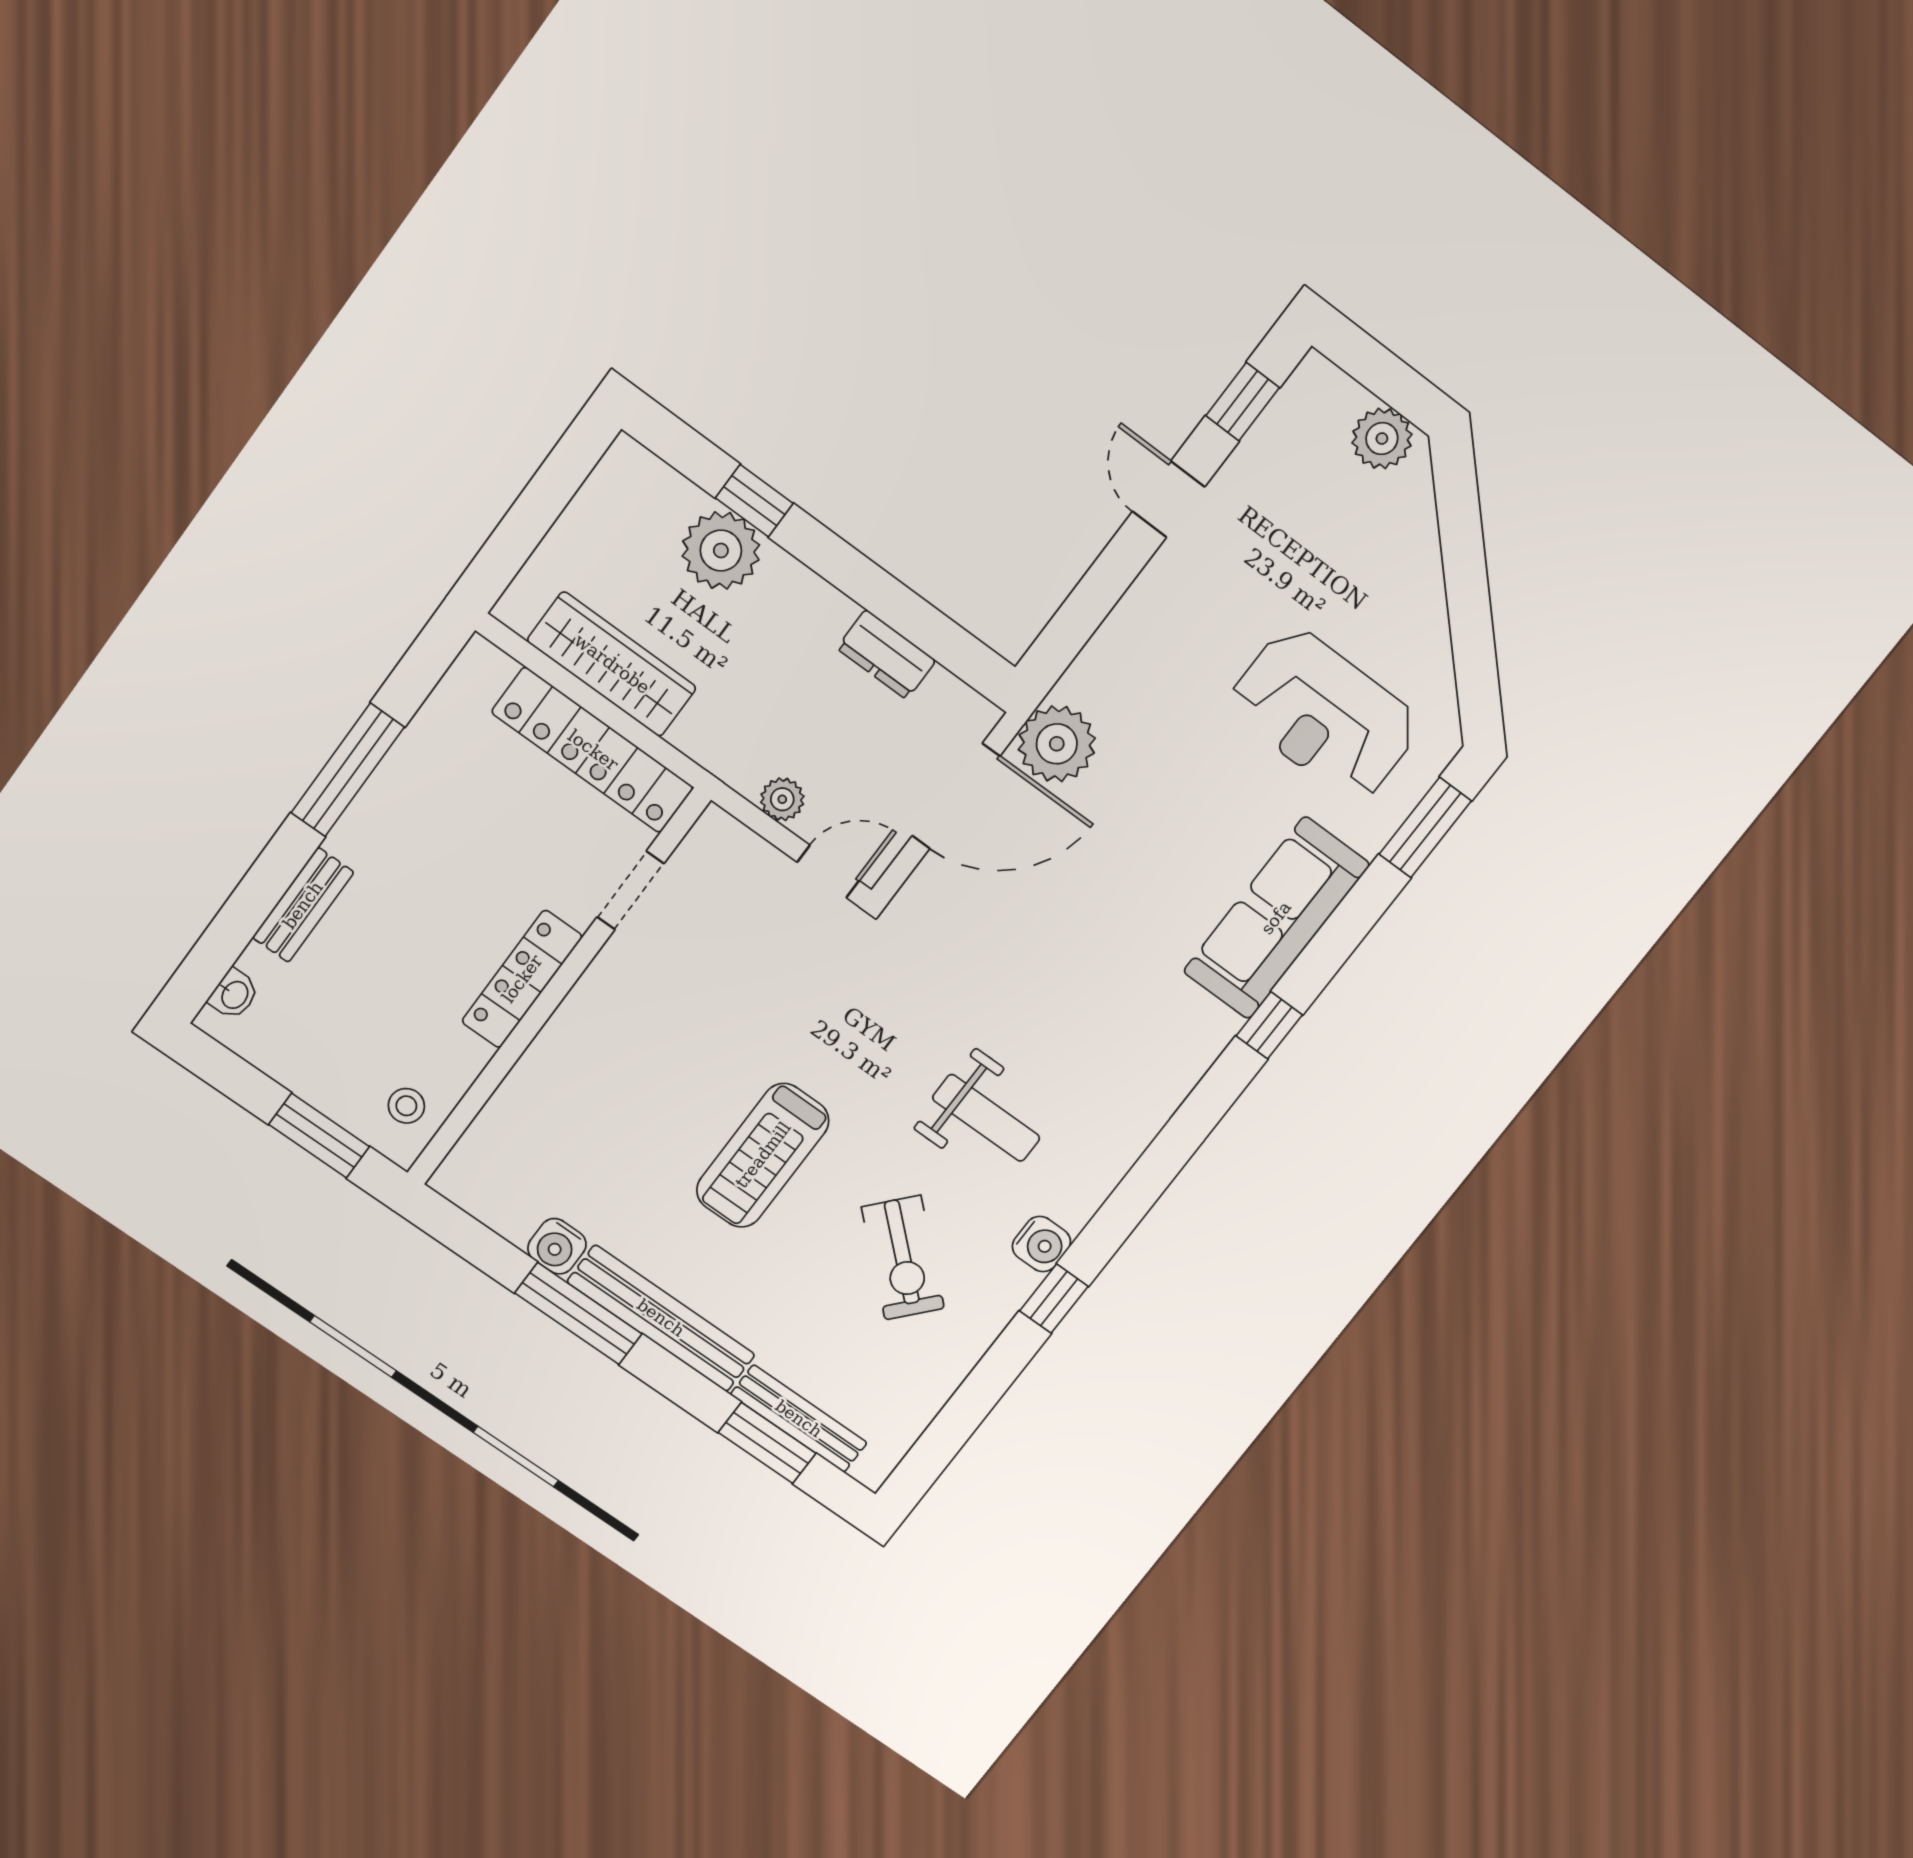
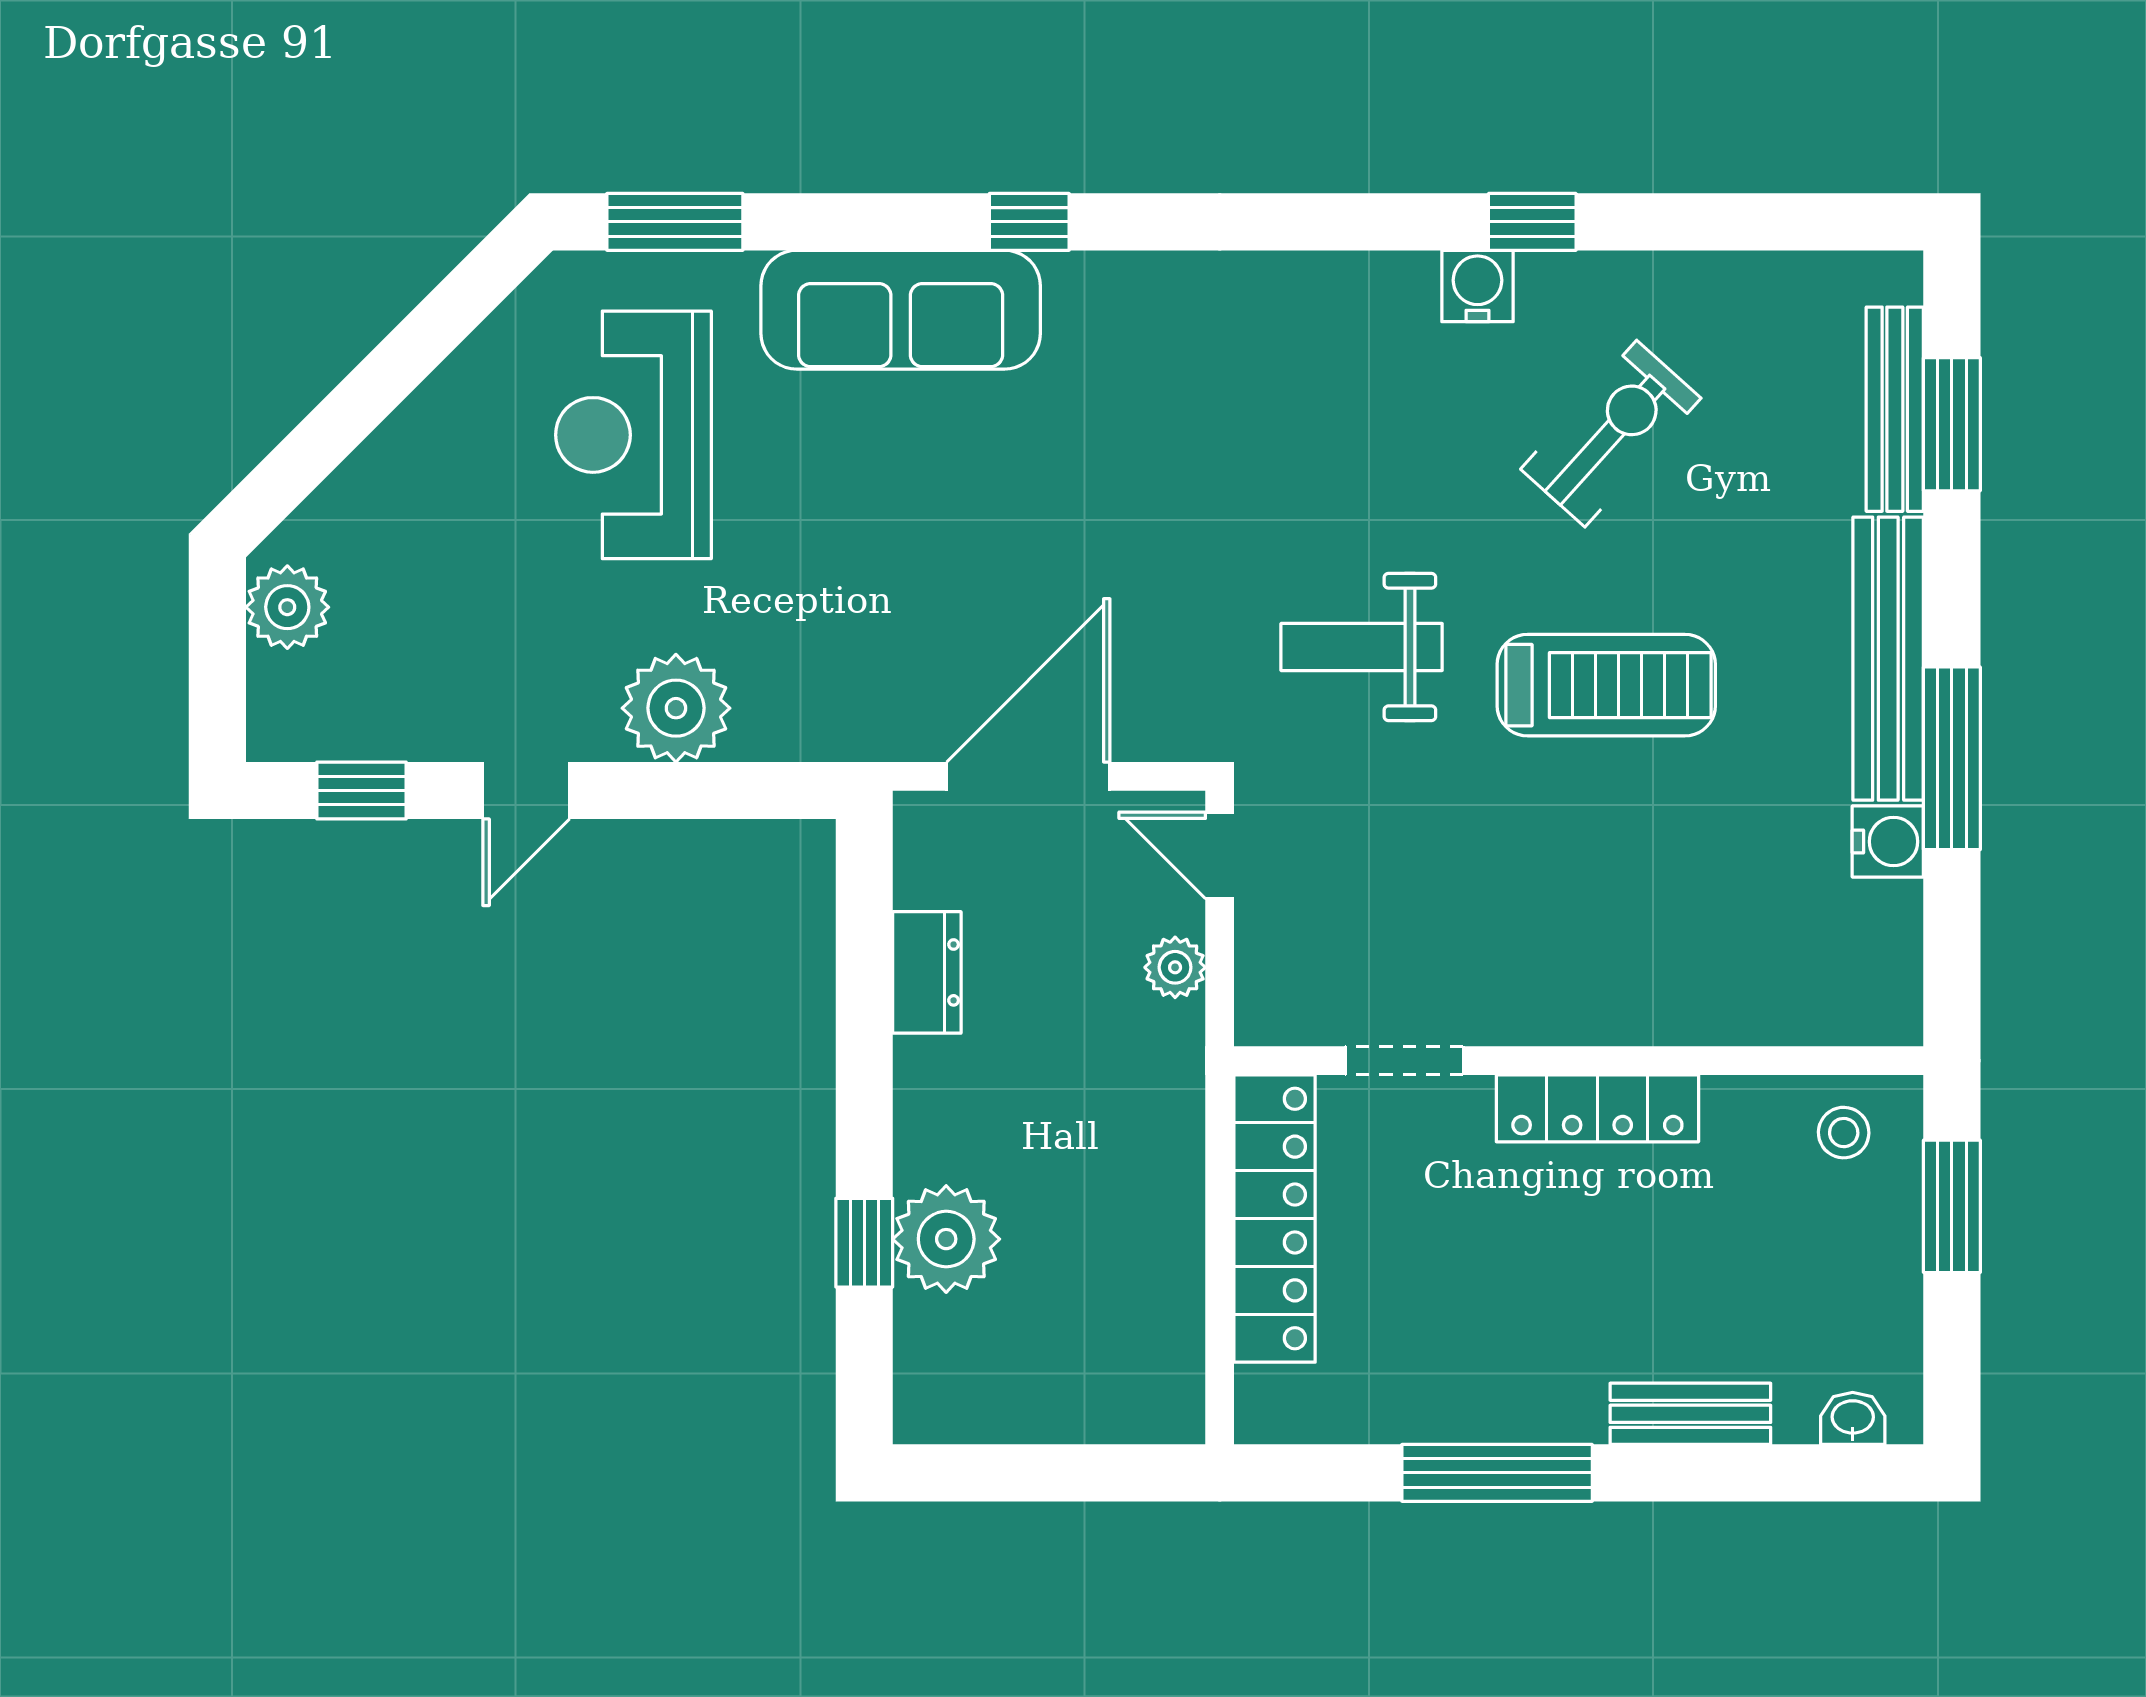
wardrobe: (612, 664) -> (1162, 1267), removed
reception desk: (1324, 714) -> (633, 435), turned 180
plant: (1057, 744) -> (676, 708), moved
door: (956, 796) -> (1028, 776), hinge flipped
weight bench: (986, 1118) -> (1362, 647), moved, turned -90

